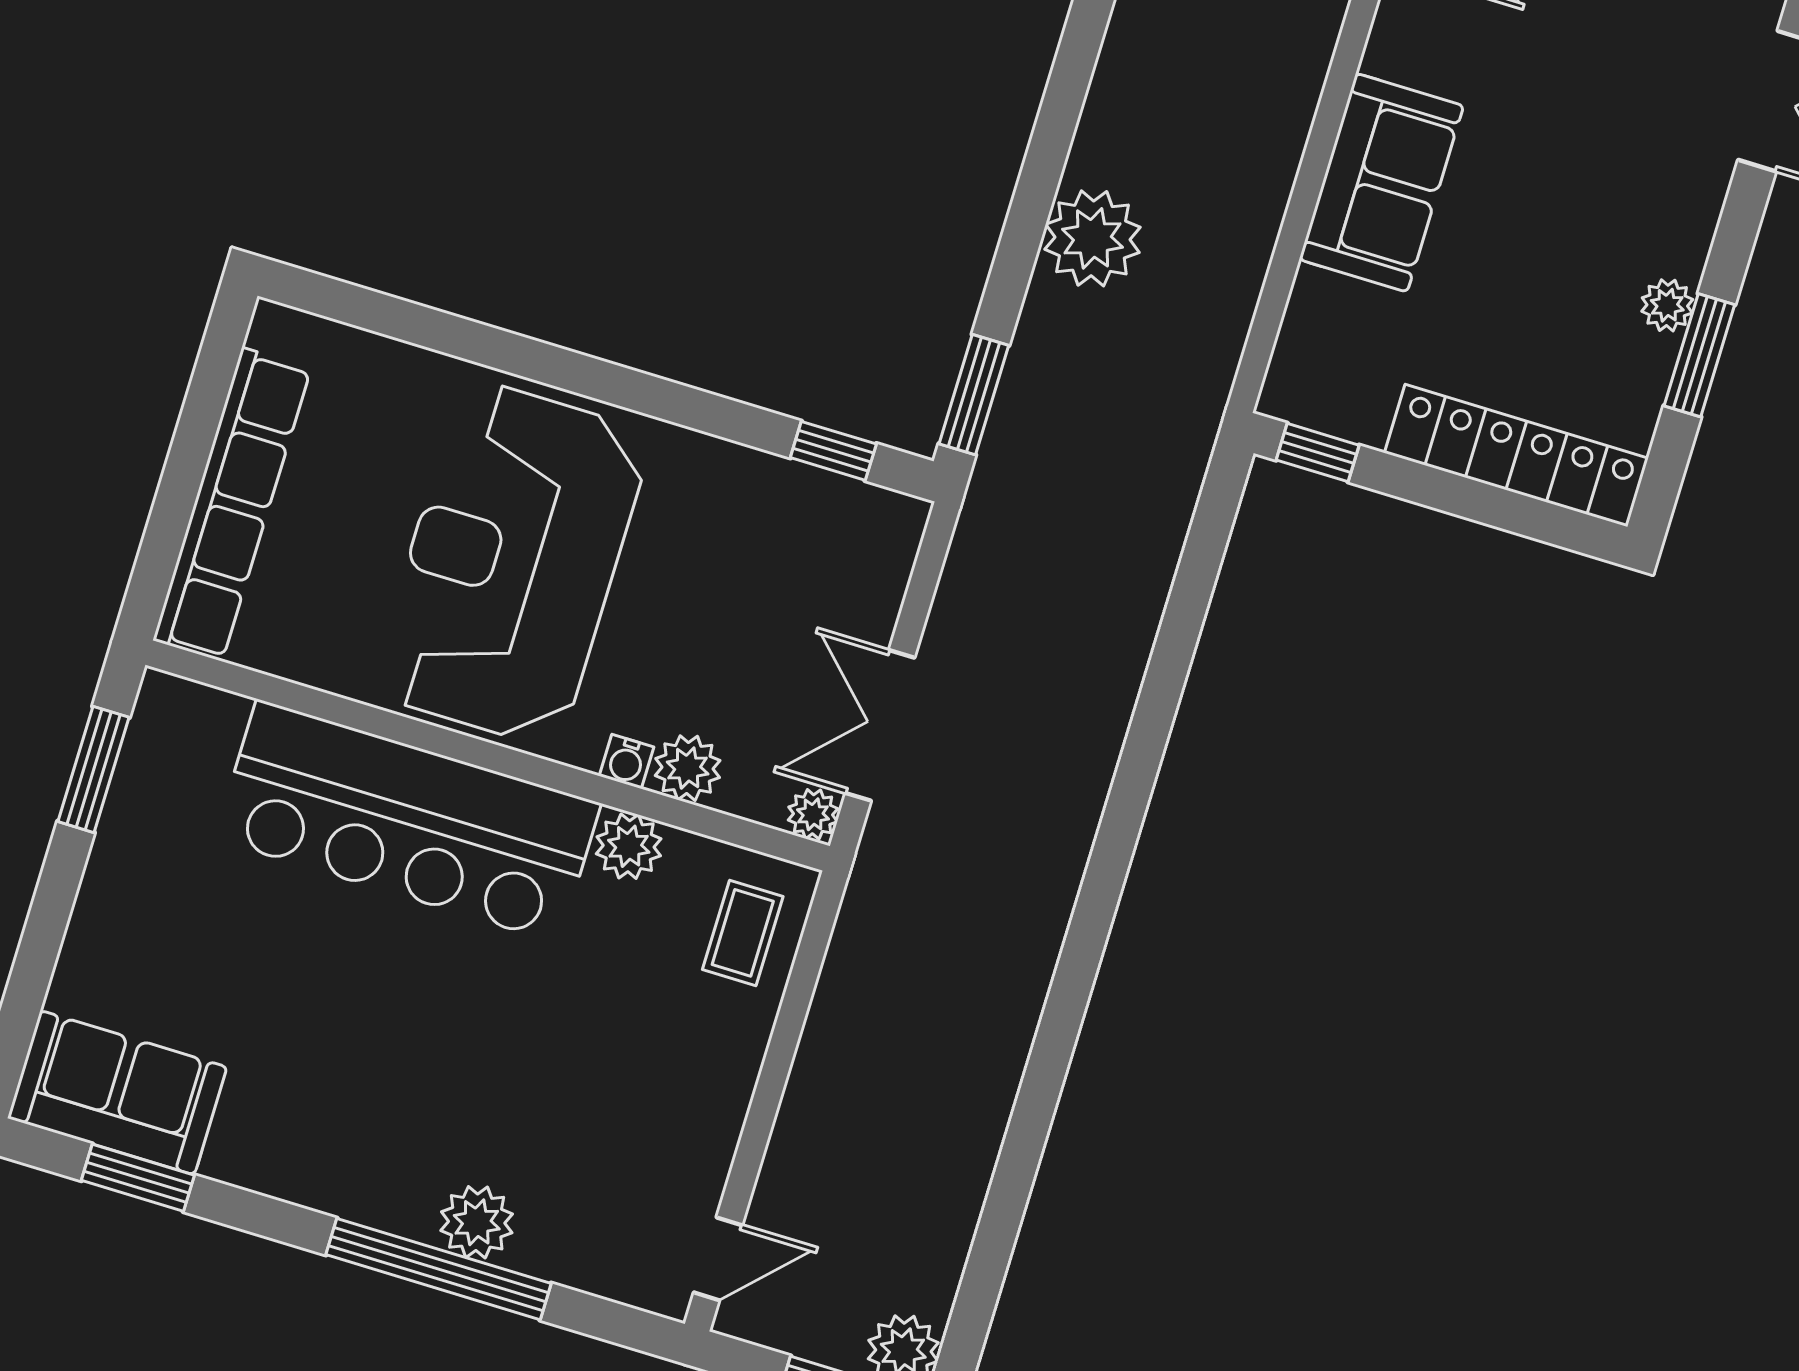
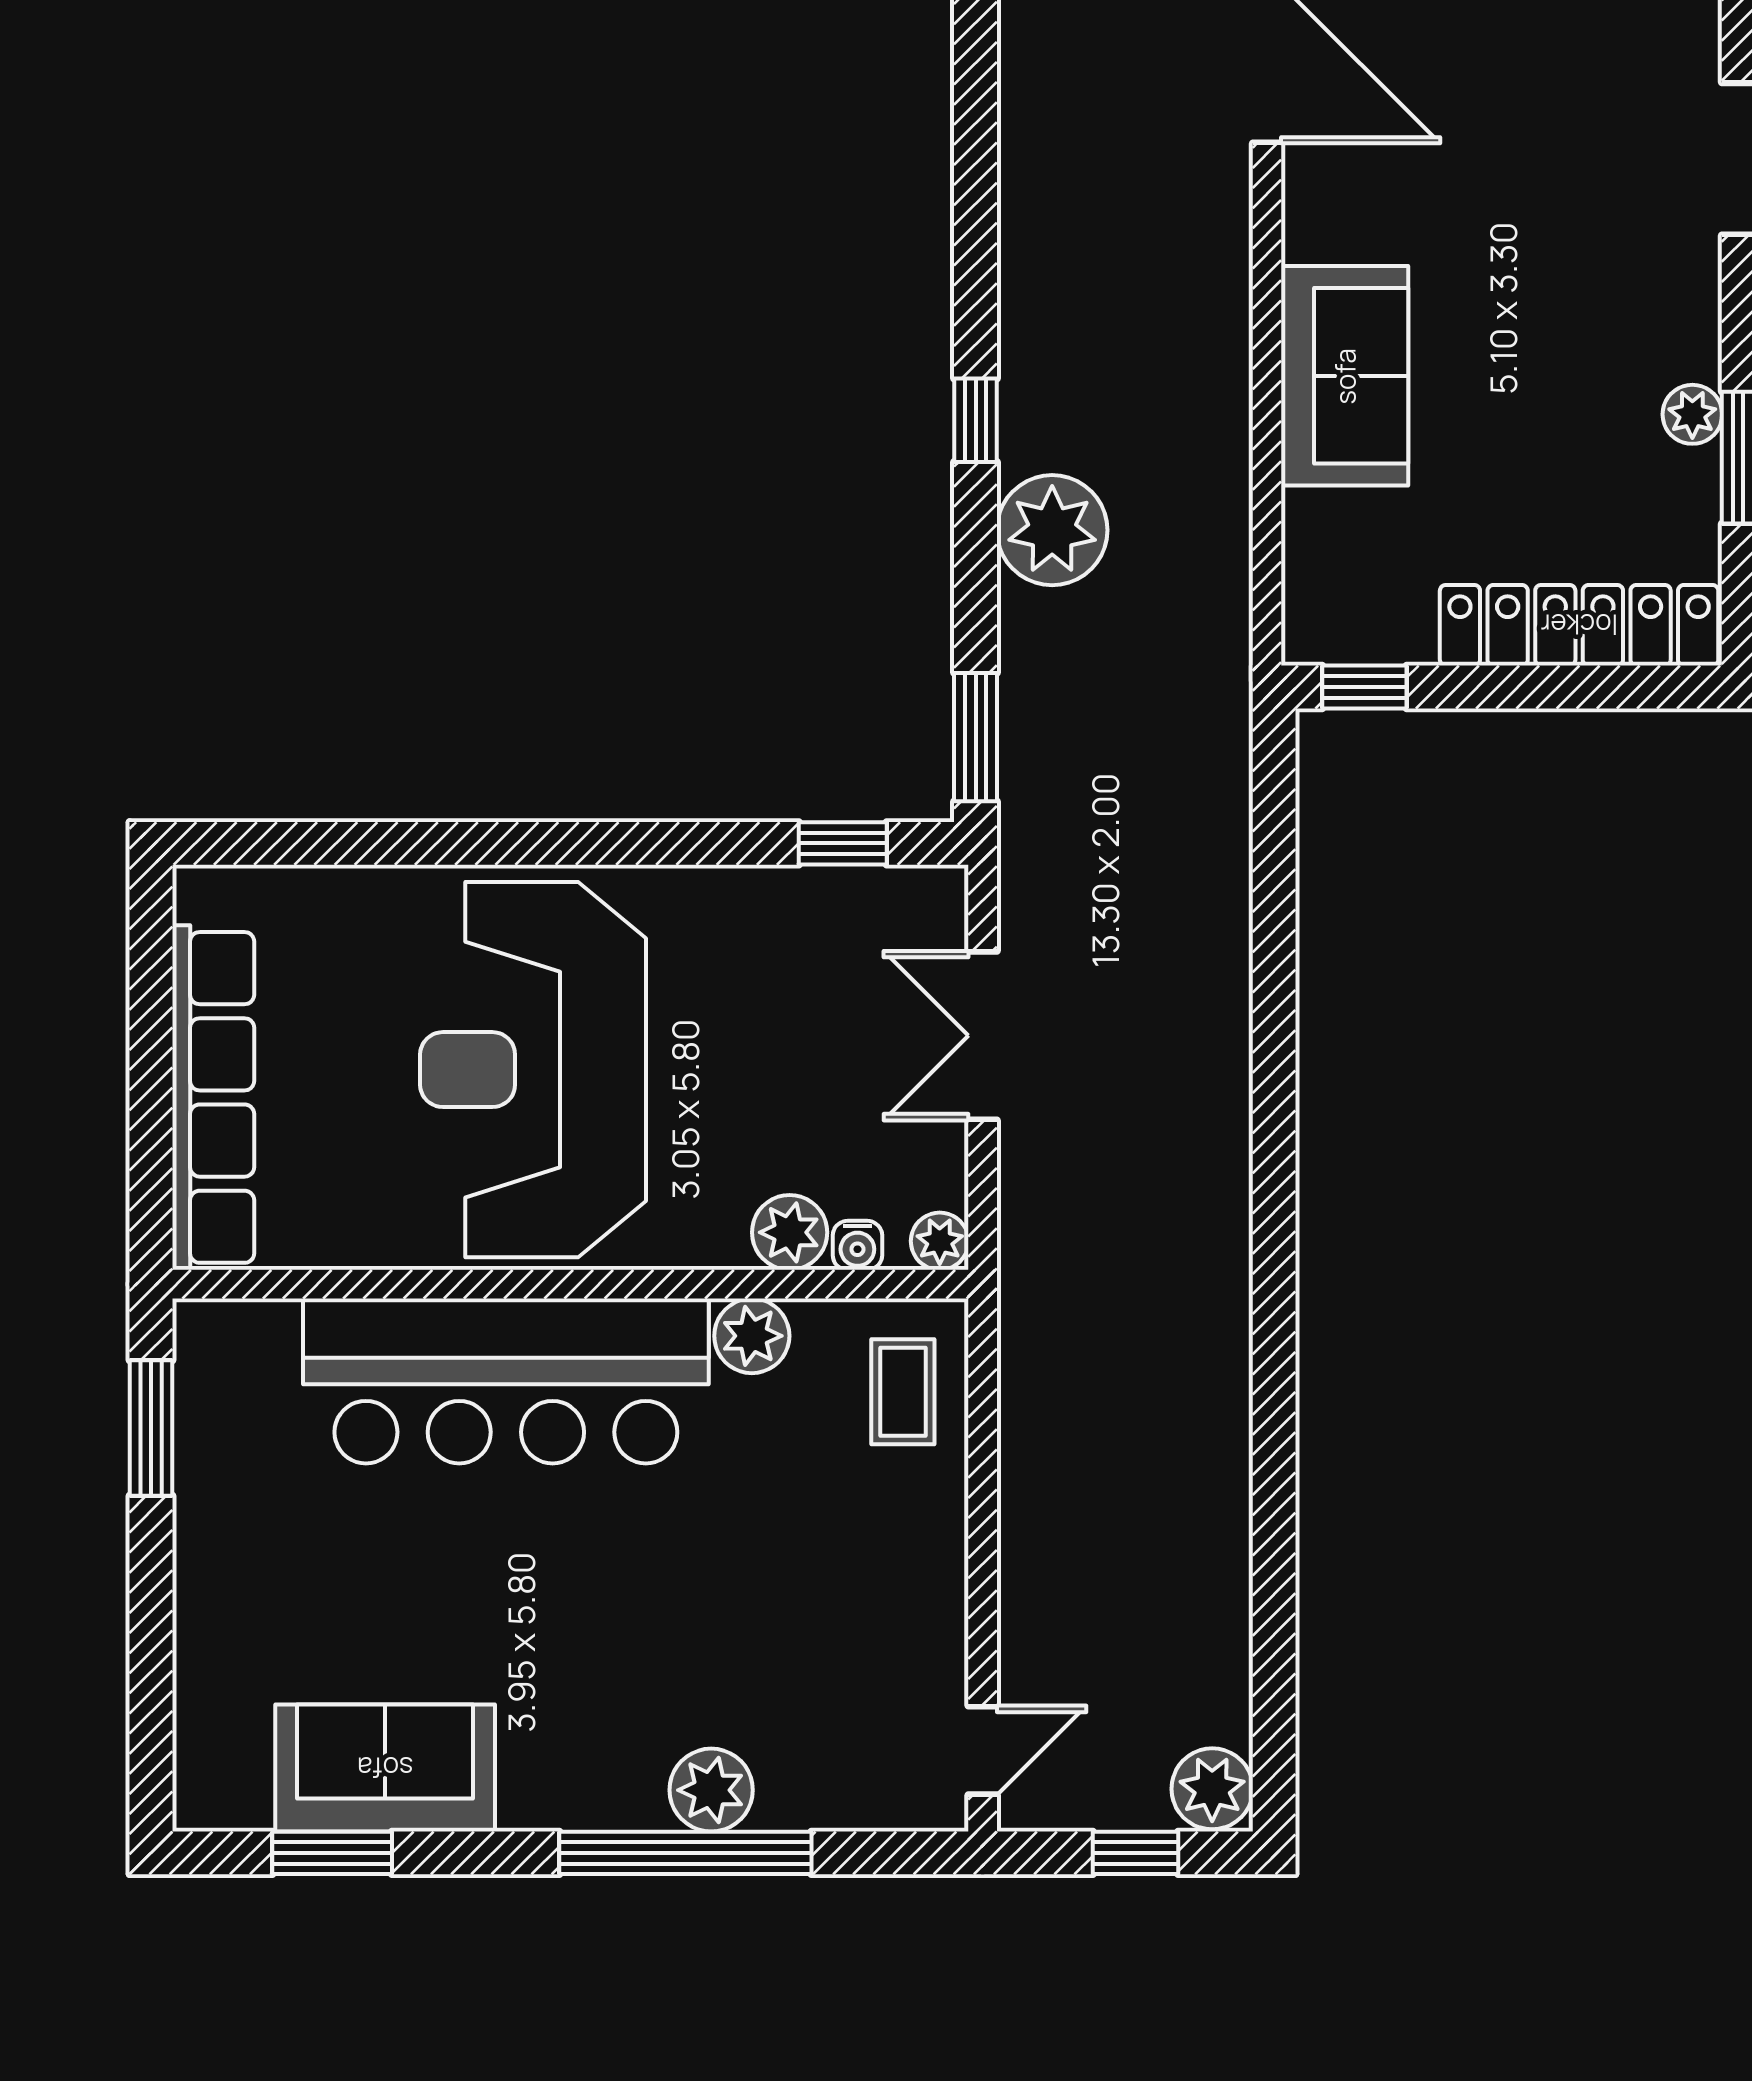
window: (1056, 125) -> (976, 420), added
double door: (880, 725) -> (983, 1036), moved
water cooler: (627, 761) -> (857, 1245), moved
sofa: (117, 1093) -> (385, 1768), moved

